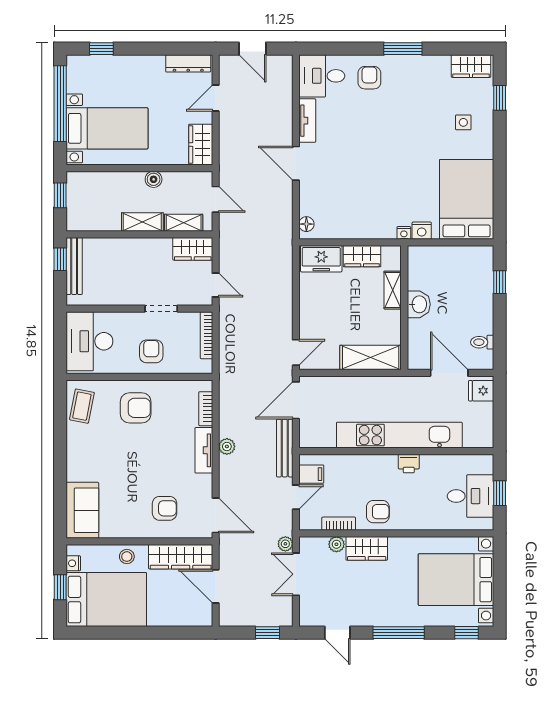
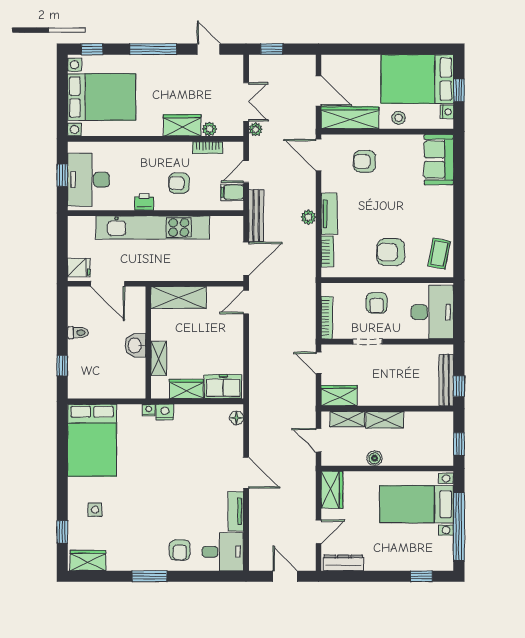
nightstand: (422, 231) -> (165, 412), moved
toilet: (482, 342) -> (78, 333), moved
desk: (470, 496) -> (89, 180), width x1.37
armchair: (378, 512) -> (179, 183), moved

